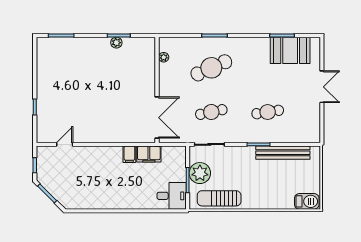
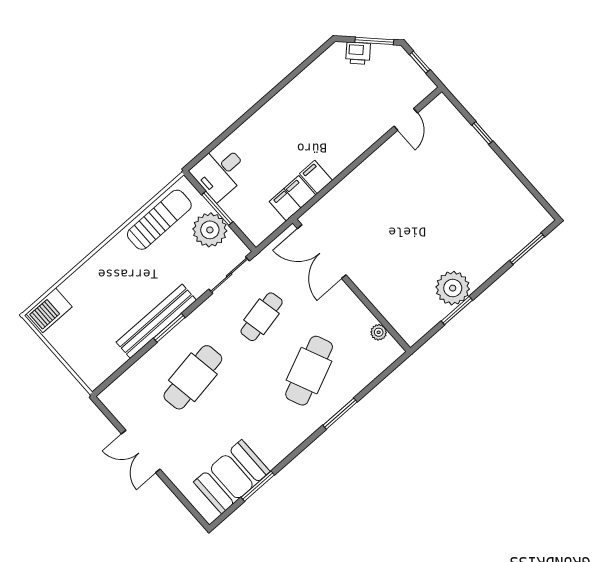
plant: (116, 43) -> (453, 288), width x1.87, depth x1.87
double door: (322, 87) -> (141, 452), moved
cafe table: (268, 112) -> (193, 377), width x1.37, depth x1.35
bench: (283, 153) -> (156, 321), moved
printer: (60, 194) -> (358, 53), added

